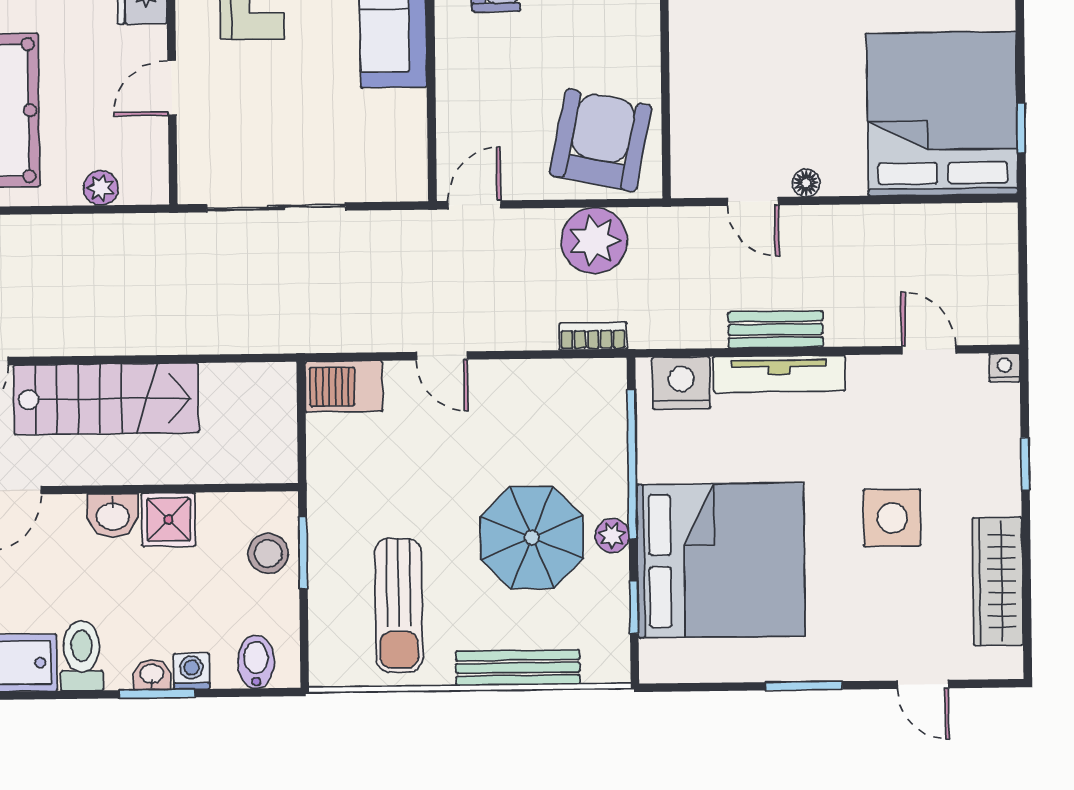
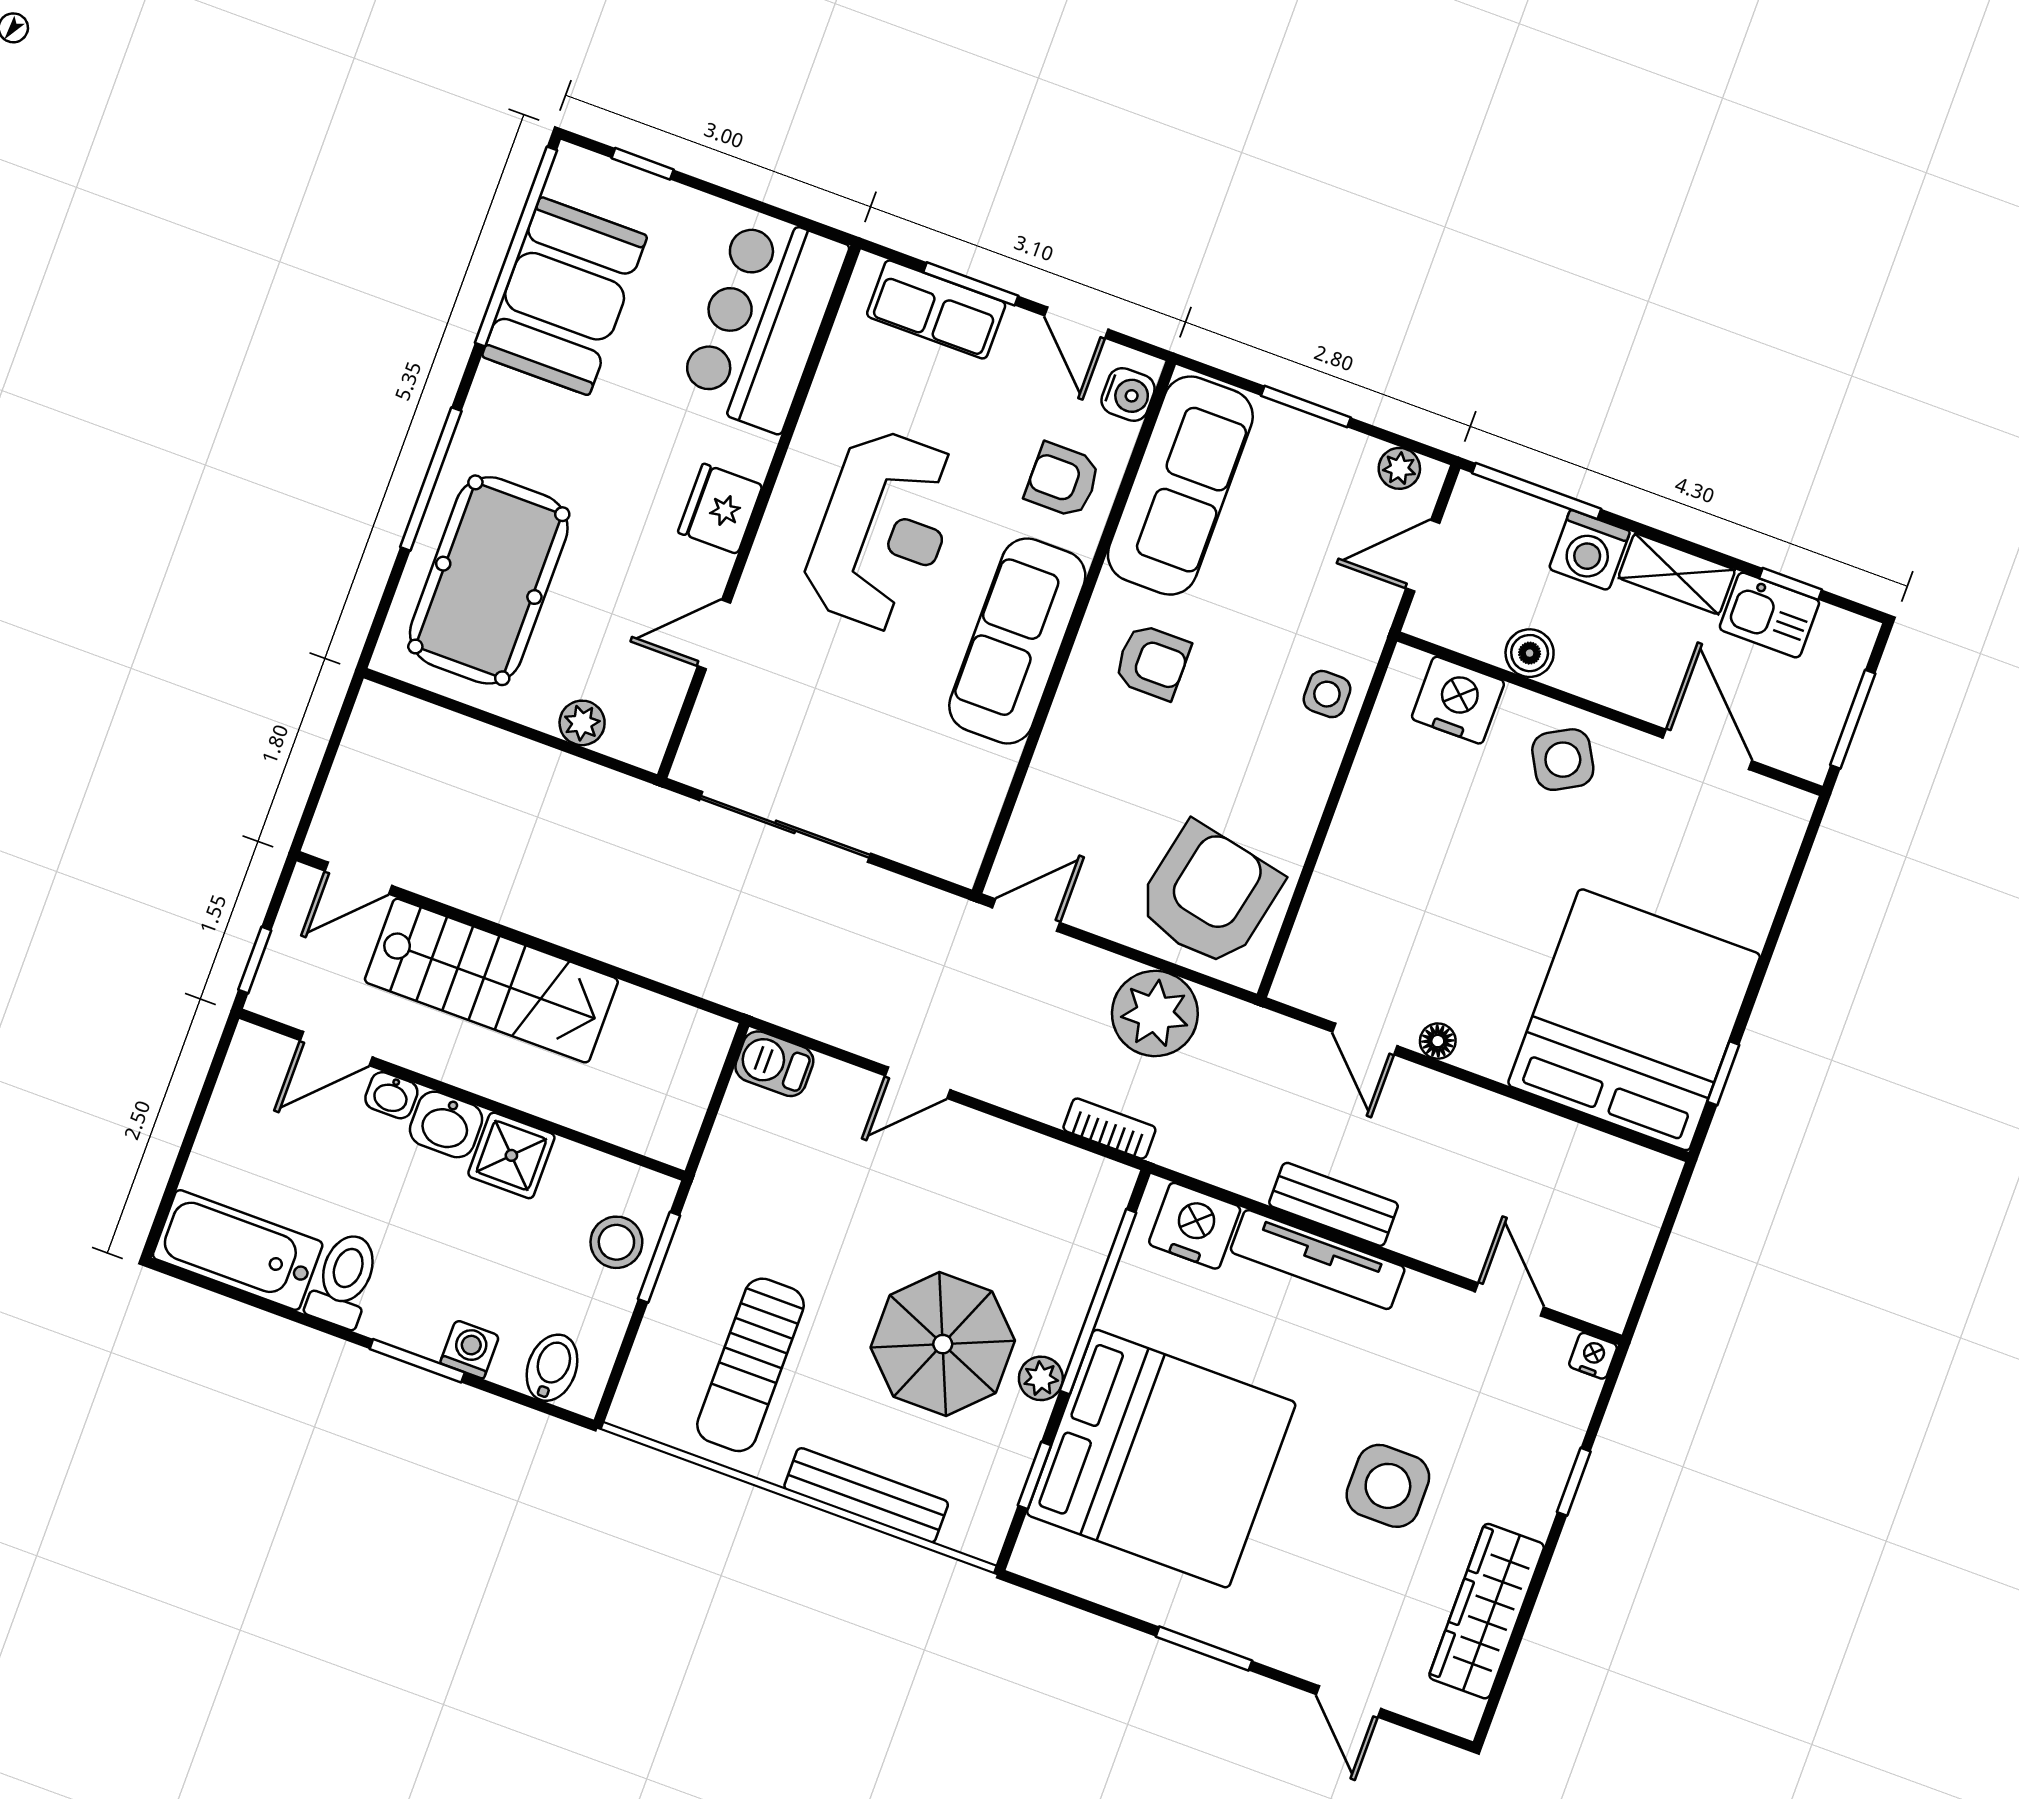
door: (442, 356) -> (918, 1083), hinge flipped
barbecue: (344, 386) -> (774, 1064), width x0.73, depth x0.79
washbasin: (152, 675) -> (391, 1095), moved, turned 180

